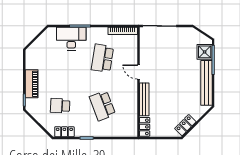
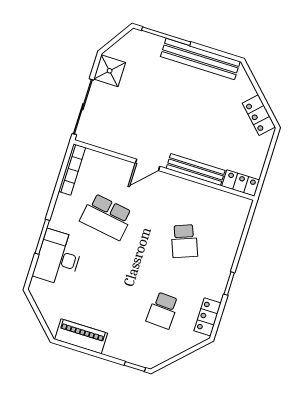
shower: (205, 52) -> (110, 71), moved
piano: (32, 84) -> (81, 336), moved
school desk: (102, 106) -> (184, 241), width x0.54

